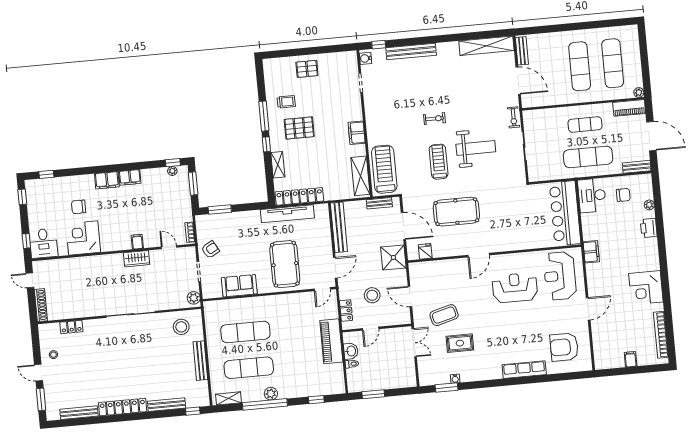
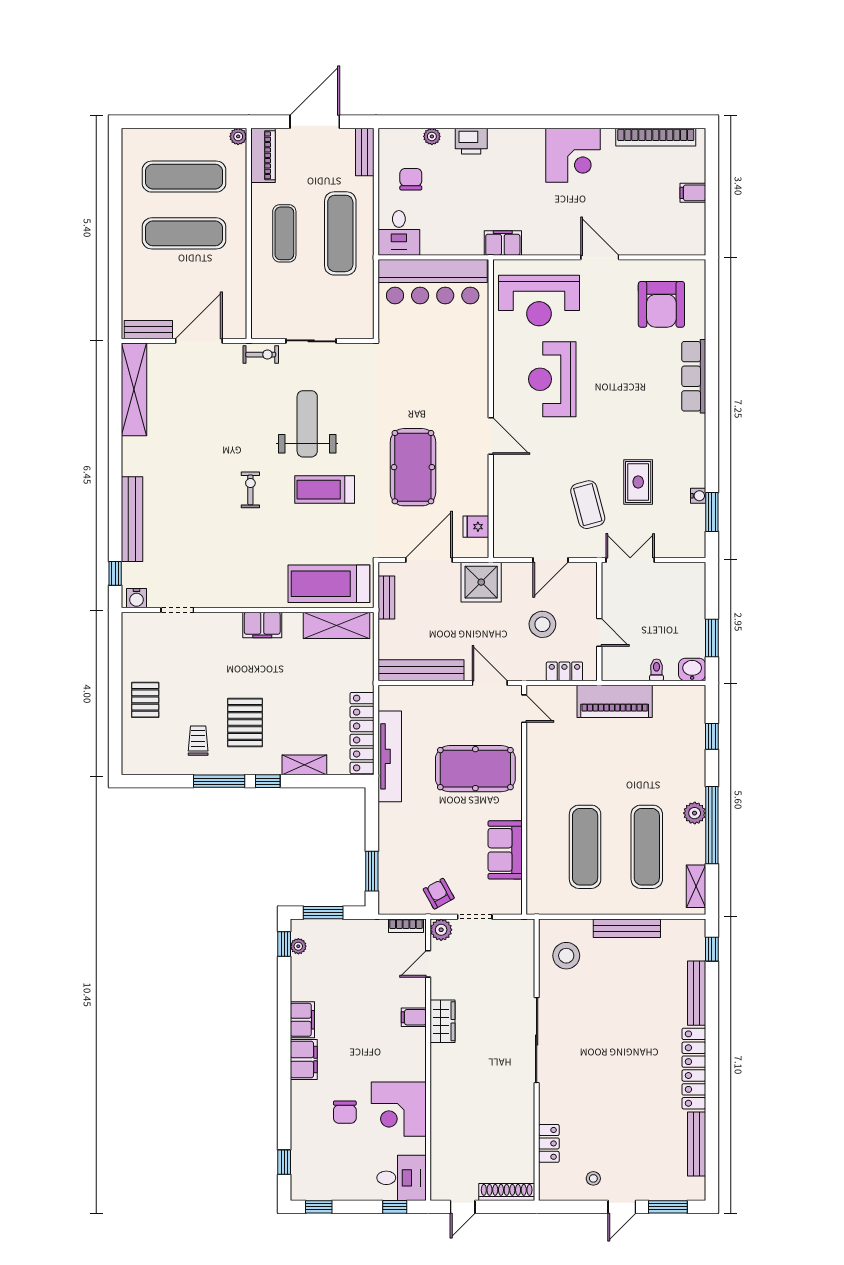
desk: (592, 195) -> (399, 233), width x0.73
plant: (194, 298) -> (441, 930), moved
washbasin: (351, 351) -> (692, 670), moved

